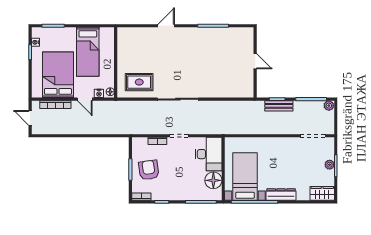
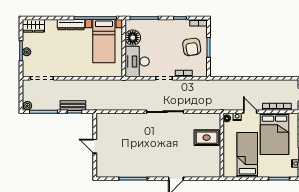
rug: (139, 82) -> (207, 138), moved

